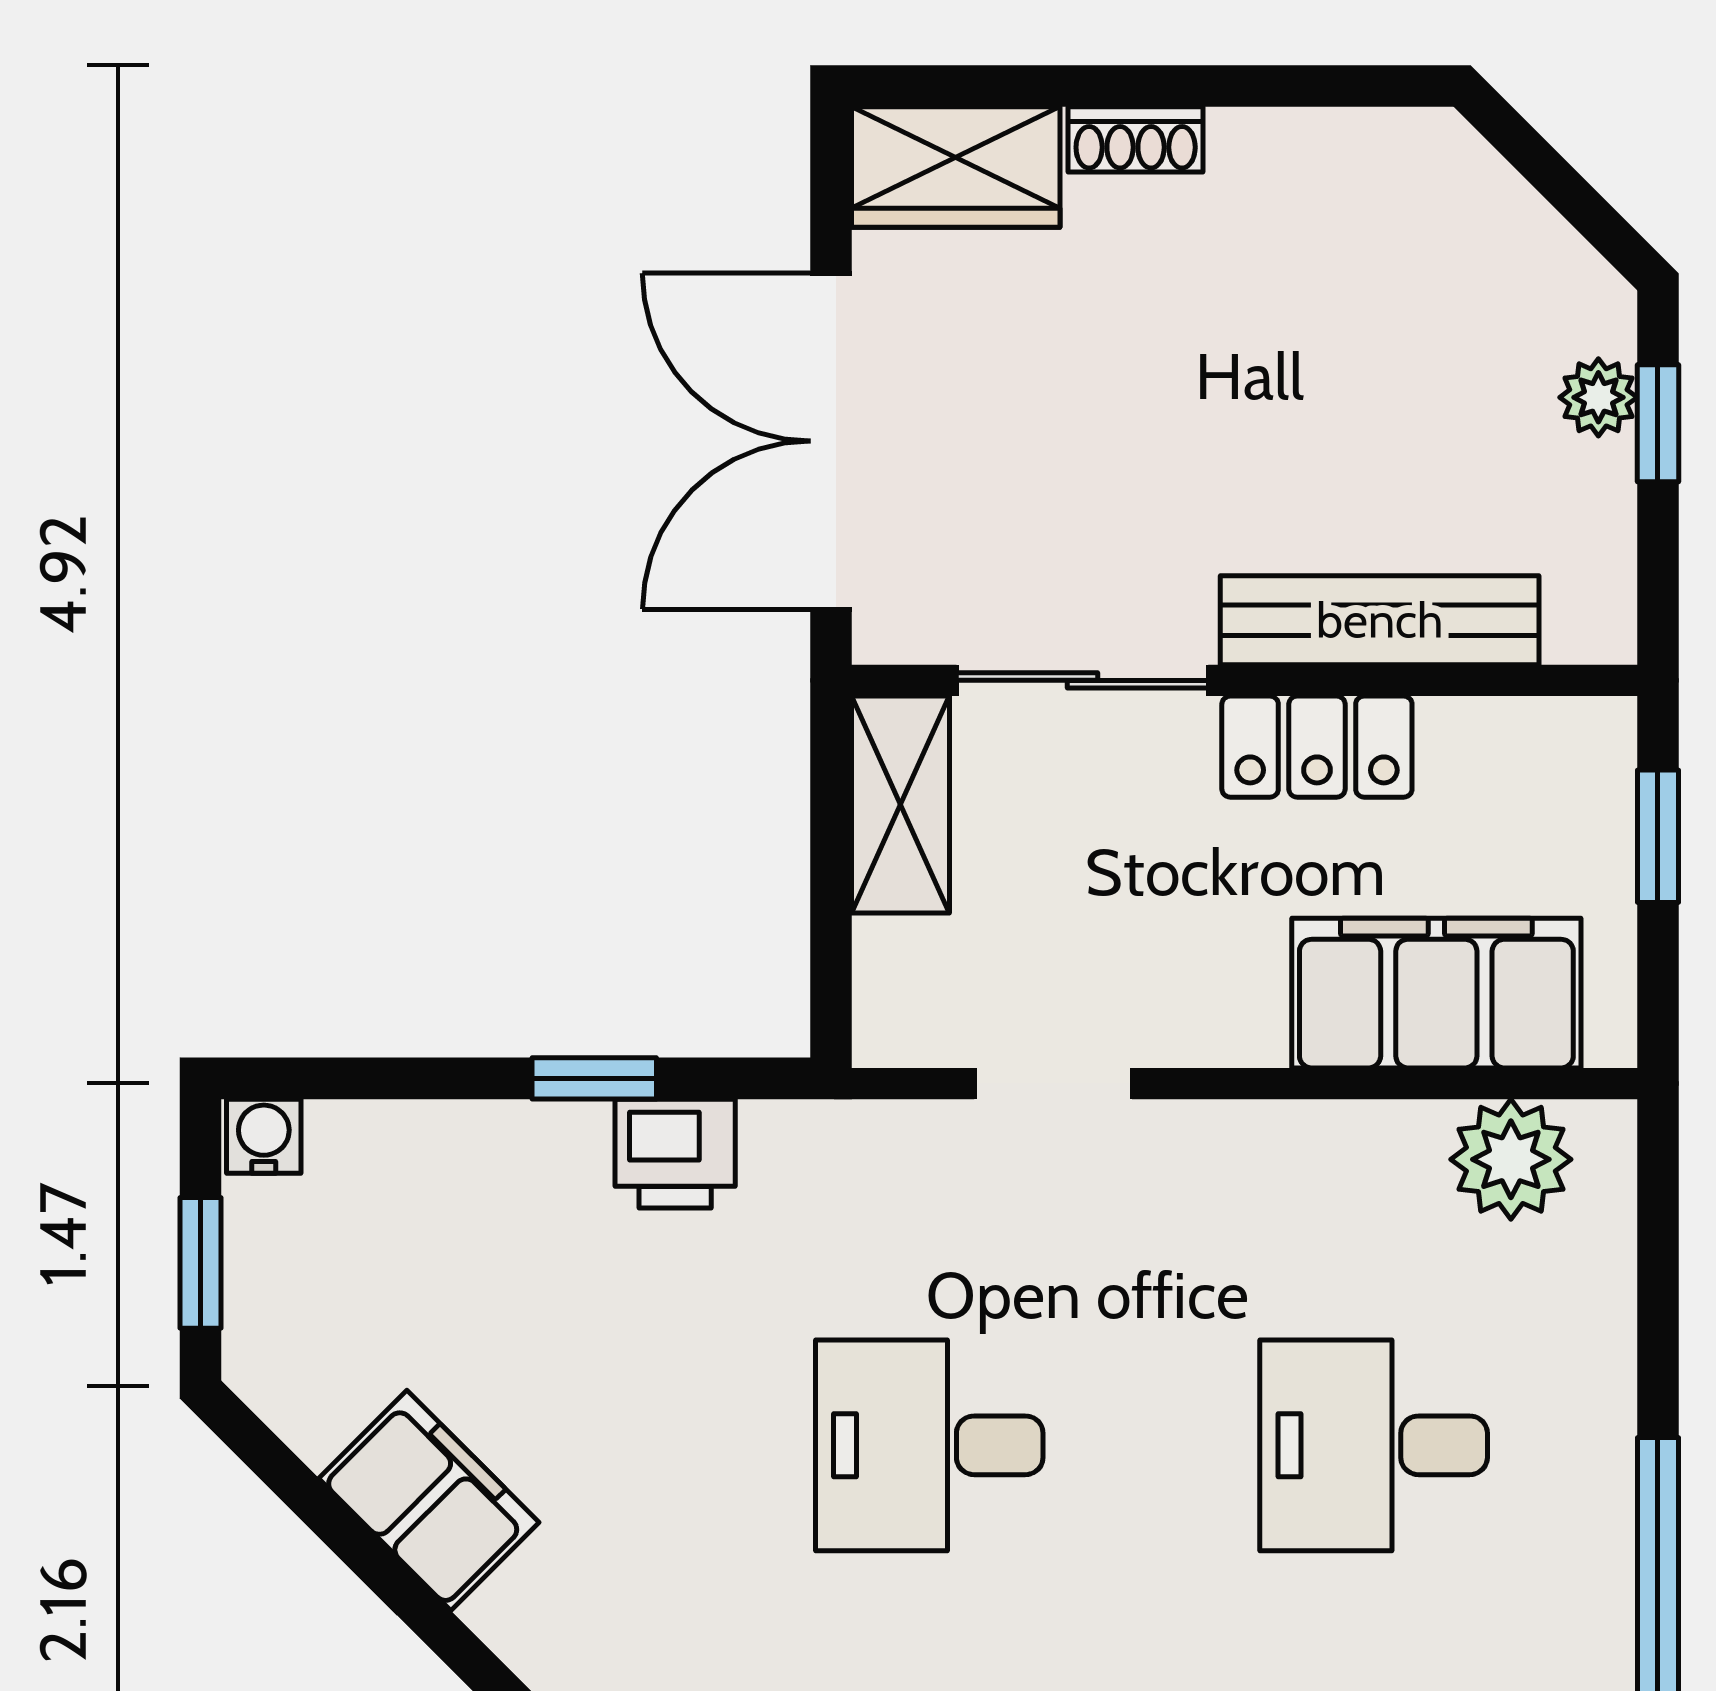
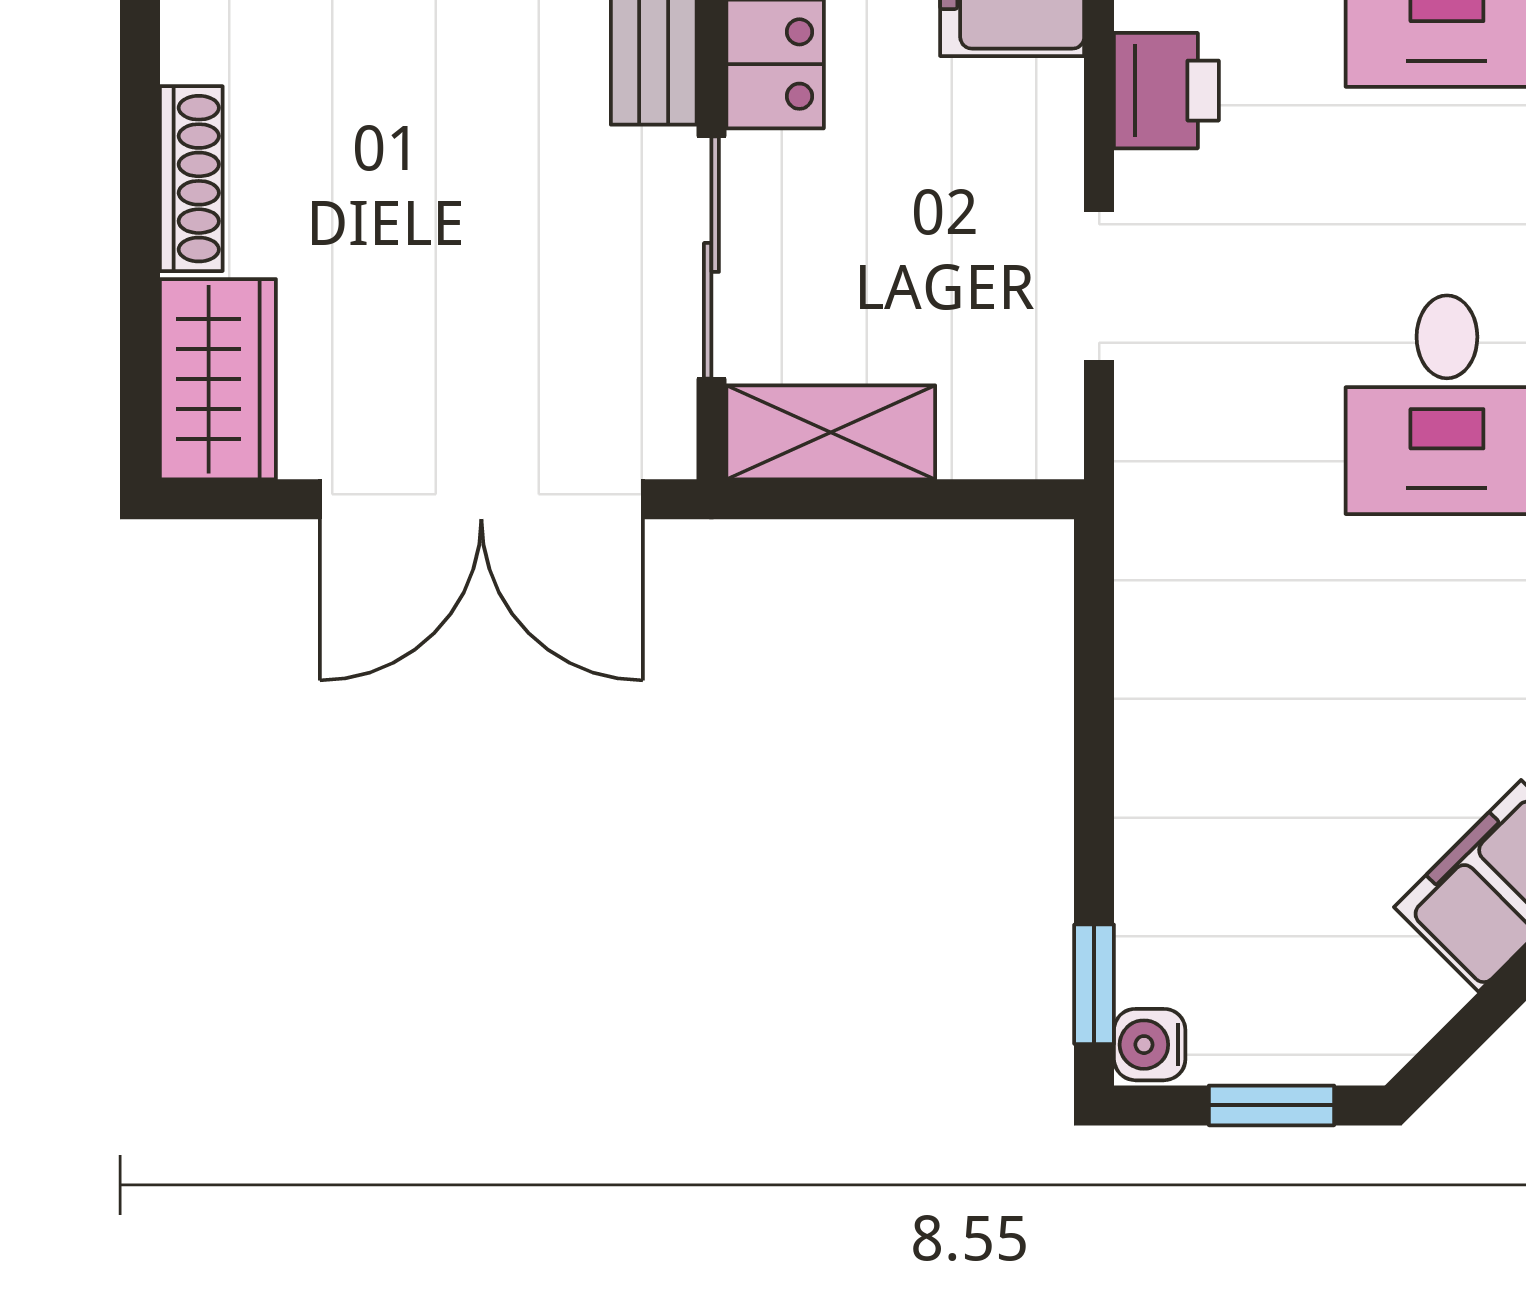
shoe rack: (1136, 139) -> (191, 179), width x1.43
window: (594, 1078) -> (1094, 984), moved
printer: (675, 1154) -> (1166, 91), moved

